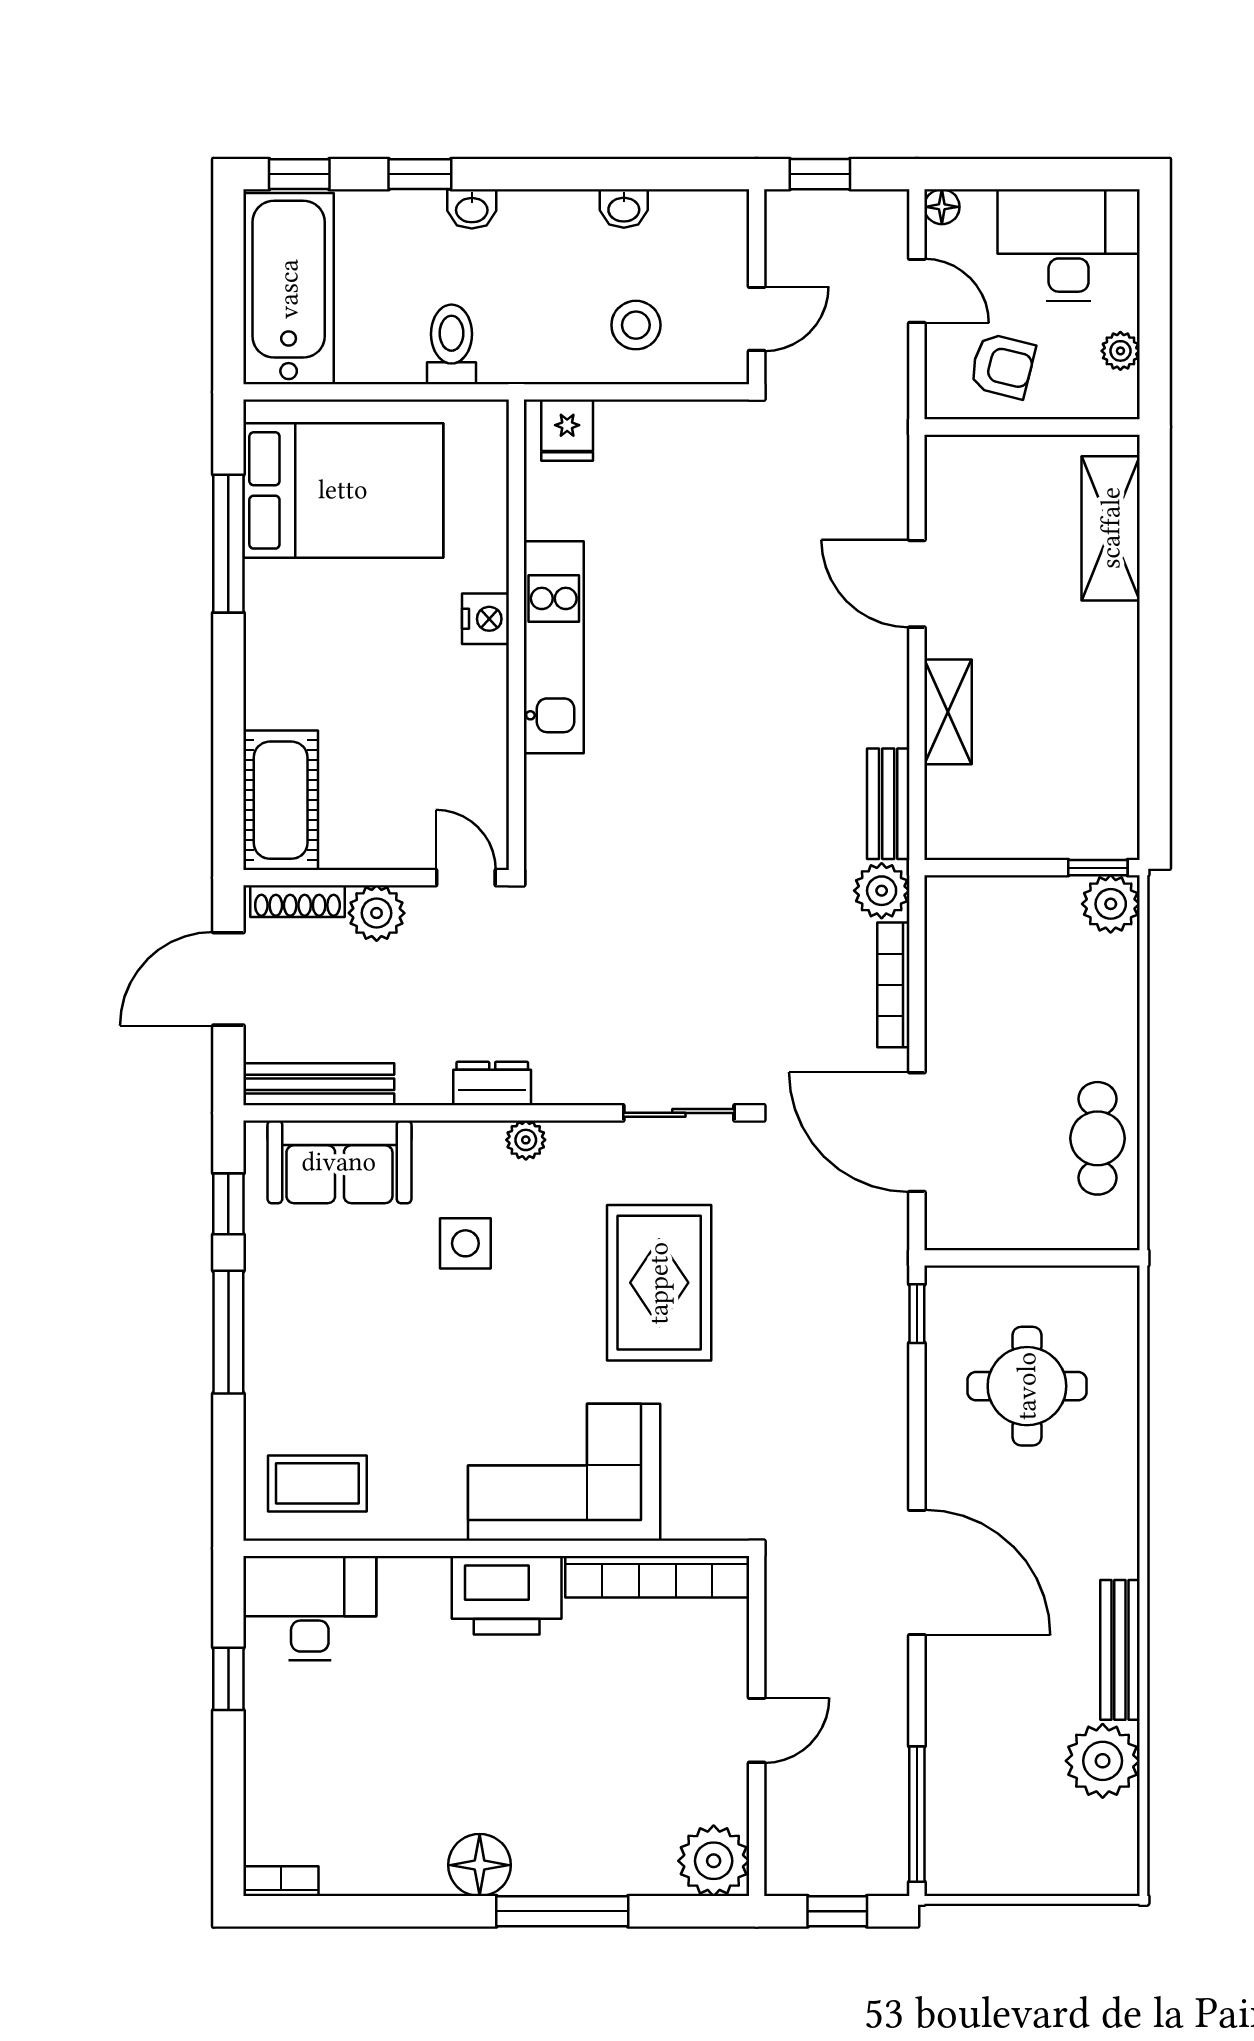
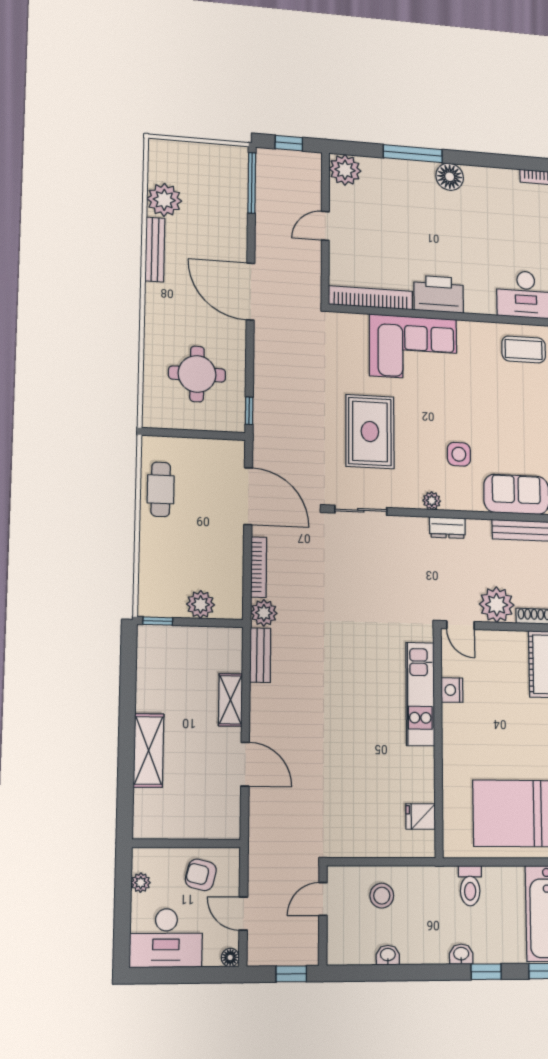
fridge: (567, 430) -> (421, 817), moved, turned -90
shelving: (1111, 528) -> (149, 750), moved
nightstand: (486, 619) -> (452, 690), moved
kitchen unit: (554, 647) -> (420, 694), moved
plant: (1111, 904) -> (201, 604), moved
plant: (377, 913) -> (497, 605), width x1.36, depth x1.36

